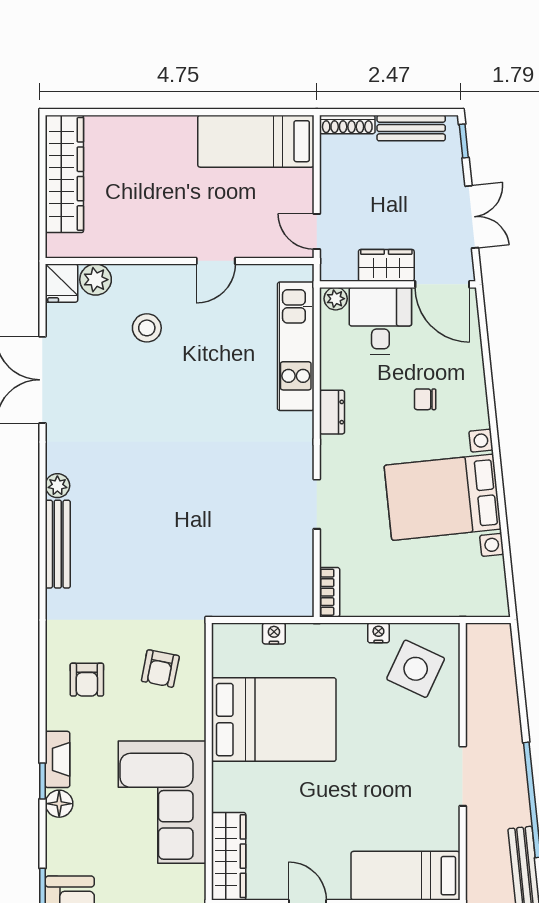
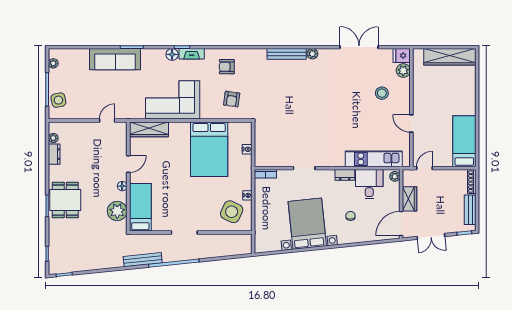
desk: (380, 321) -> (369, 184), moved, turned -90
armchair: (160, 669) -> (232, 99), turned -93

